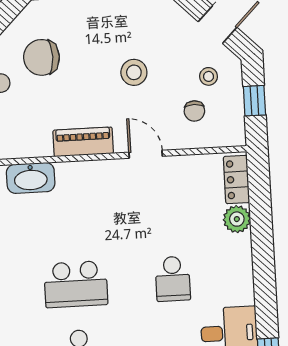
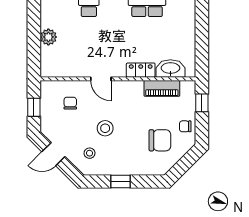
stool: (209, 76) -> (90, 153), moved
piano: (83, 142) -> (162, 88), moved
locker: (236, 179) -> (141, 70), moved, turned -90

